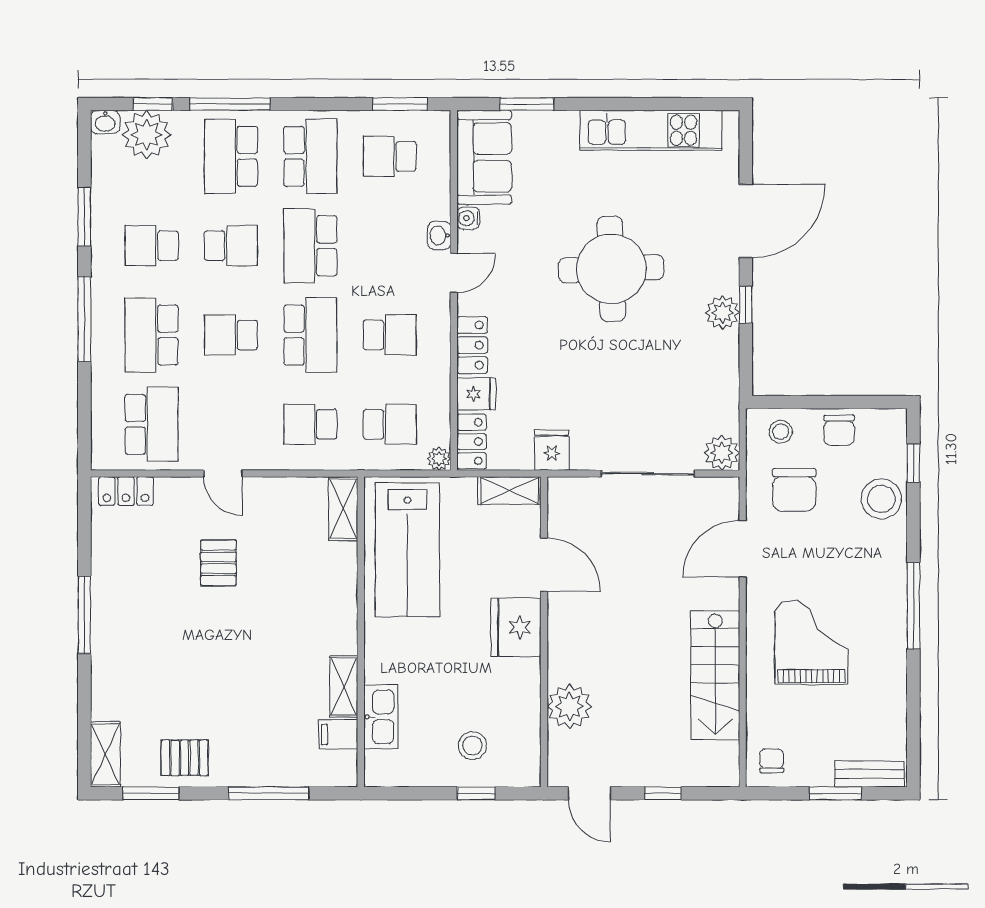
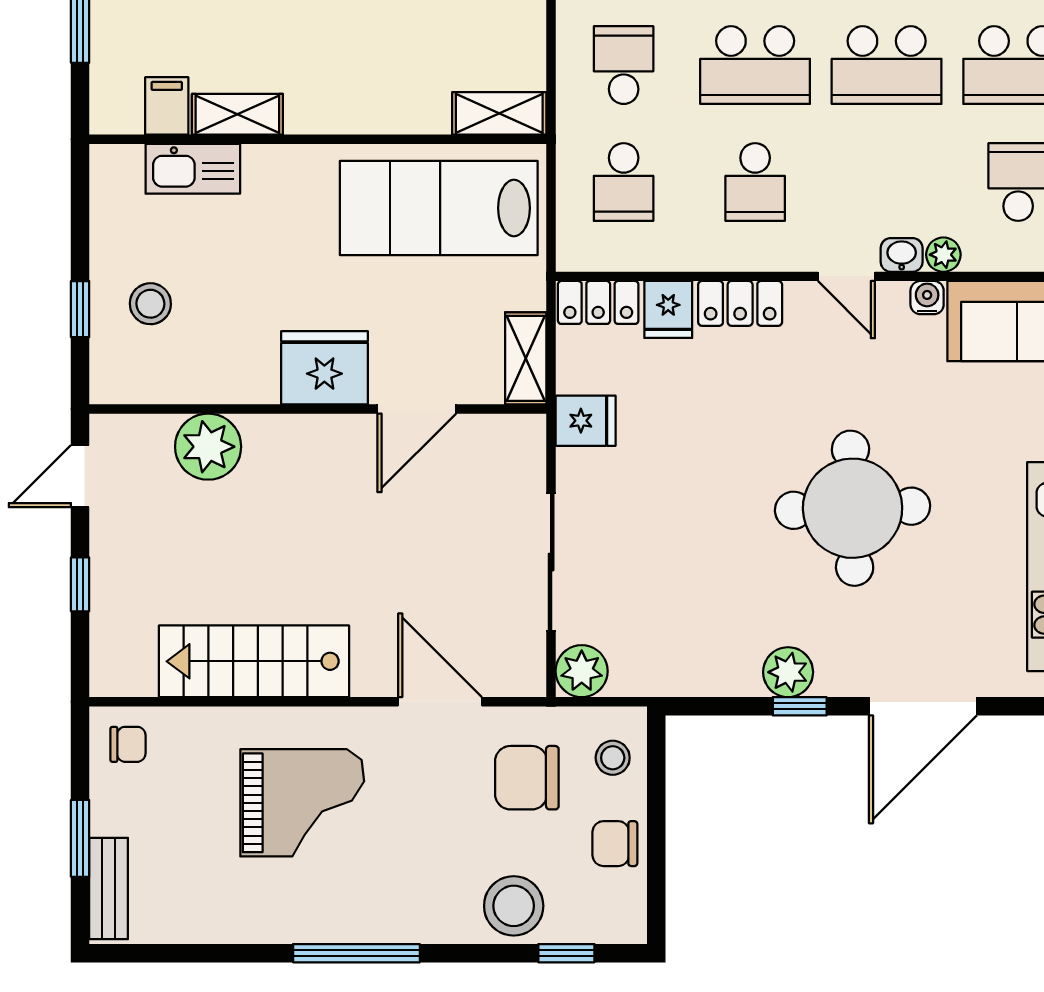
door: (746, 221) -> (923, 706), hinge flipped
school desk: (310, 246) -> (887, 65), turned 180
plant: (439, 459) -> (943, 255), moved

